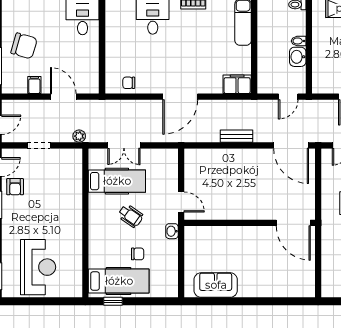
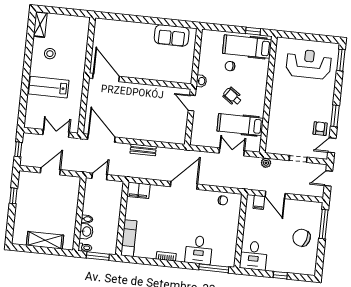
washbasin: (298, 57) -> (86, 231), moved
filing cabinet: (34, 85) -> (259, 202), moved
reception desk: (38, 267) -> (309, 64), turned 90

